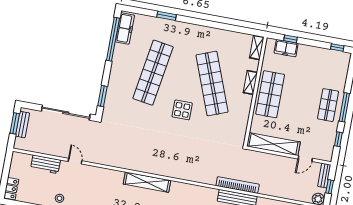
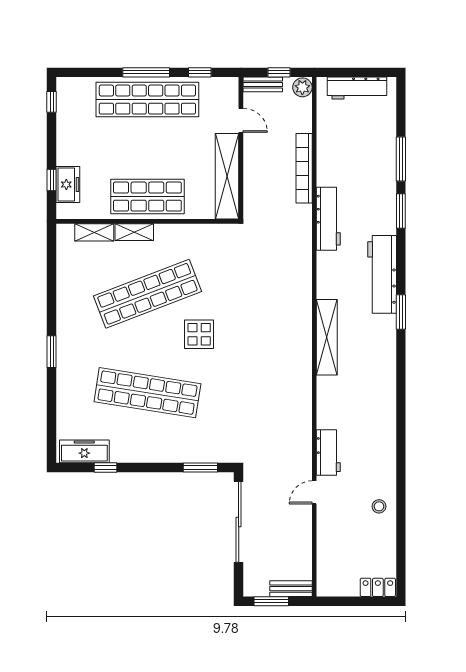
window: (167, 16) -> (52, 352), moved
window: (113, 39) -> (105, 467), width x0.32
shelving: (257, 47) -> (94, 232), moved
shop shelf: (328, 105) -> (147, 100), width x2.00, depth x1.36
bench: (22, 125) -> (291, 589), moved
workbench: (46, 164) -> (328, 452), moved
shelving: (147, 182) -> (327, 337), moved
bookcase: (238, 185) -> (304, 168), moved

